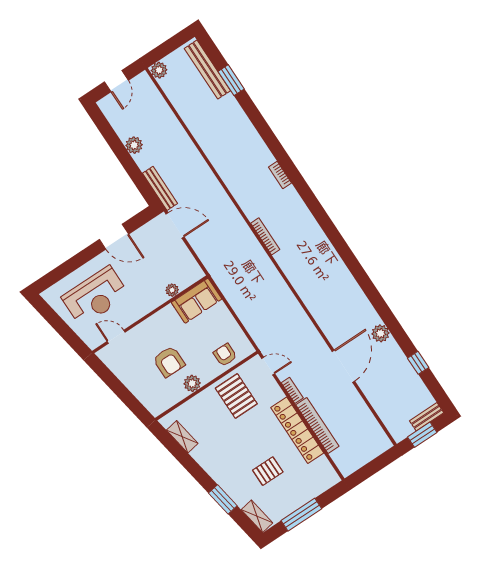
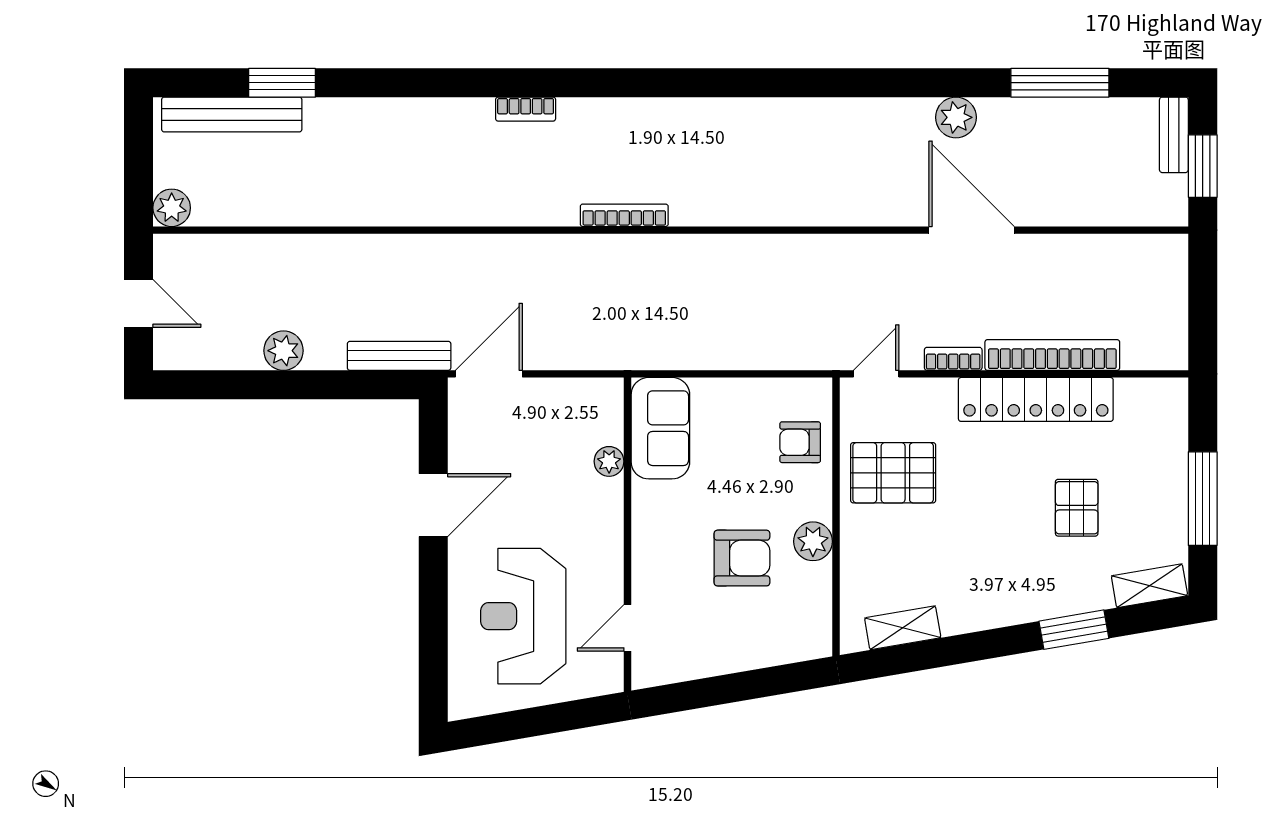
reception desk: (95, 296) -> (523, 616), turned 180
window: (418, 363) -> (1060, 83), width x2.17

